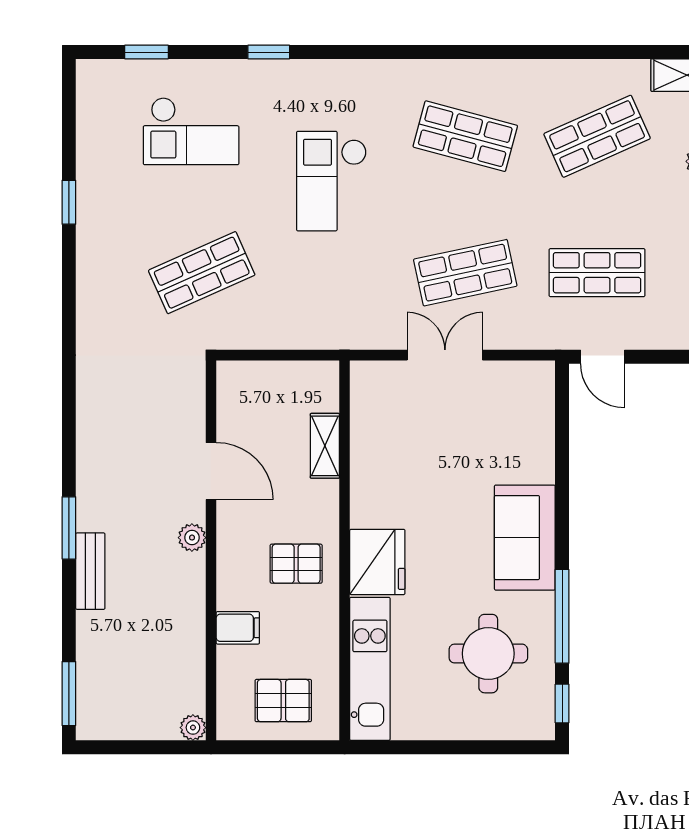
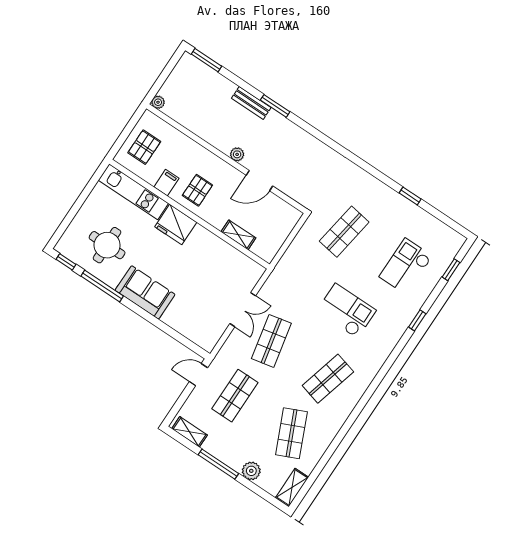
shop shelf: (202, 273) -> (344, 232), turned 33
filing cabinet: (238, 628) -> (166, 183), moved, turned 180

